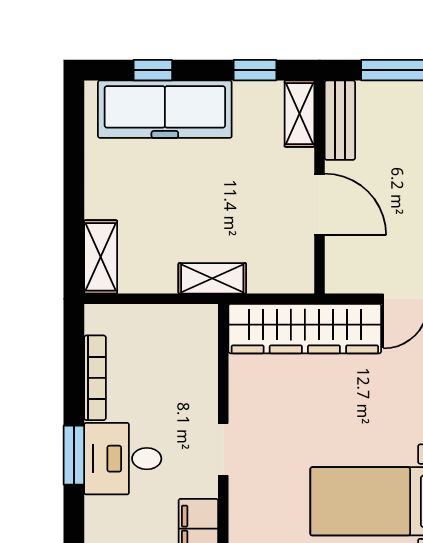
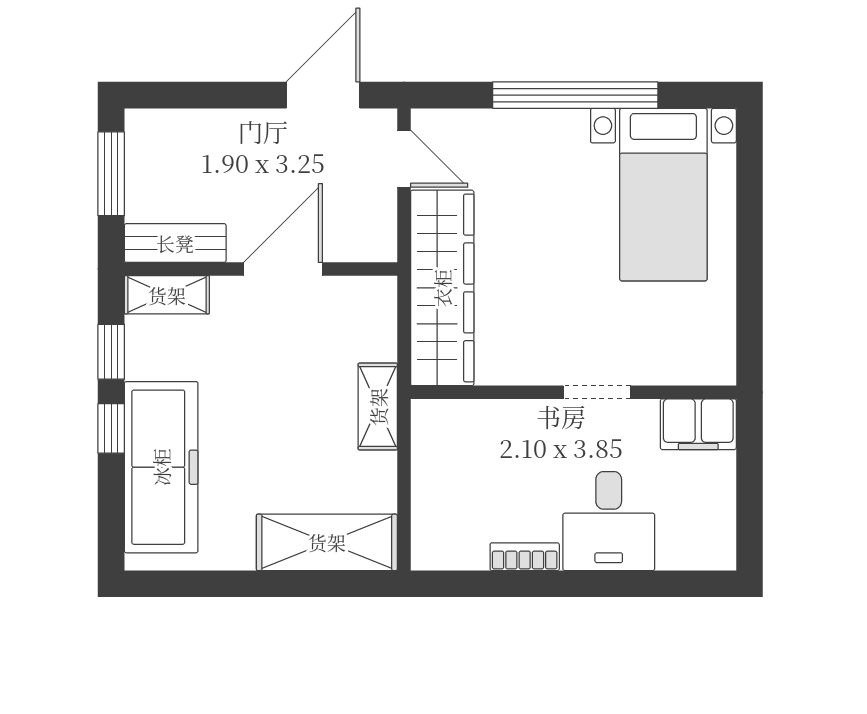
window: (153, 70) -> (111, 428), moved
shelving: (101, 257) -> (327, 542), width x1.50, depth x1.33
bookcase: (95, 378) -> (525, 557), width x0.64
window: (74, 455) -> (604, 584), removed

